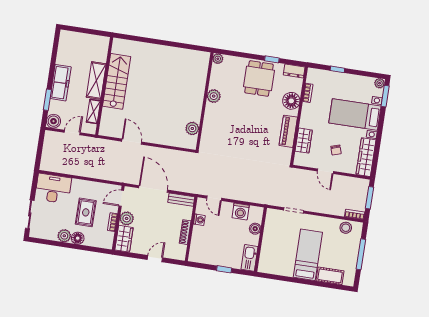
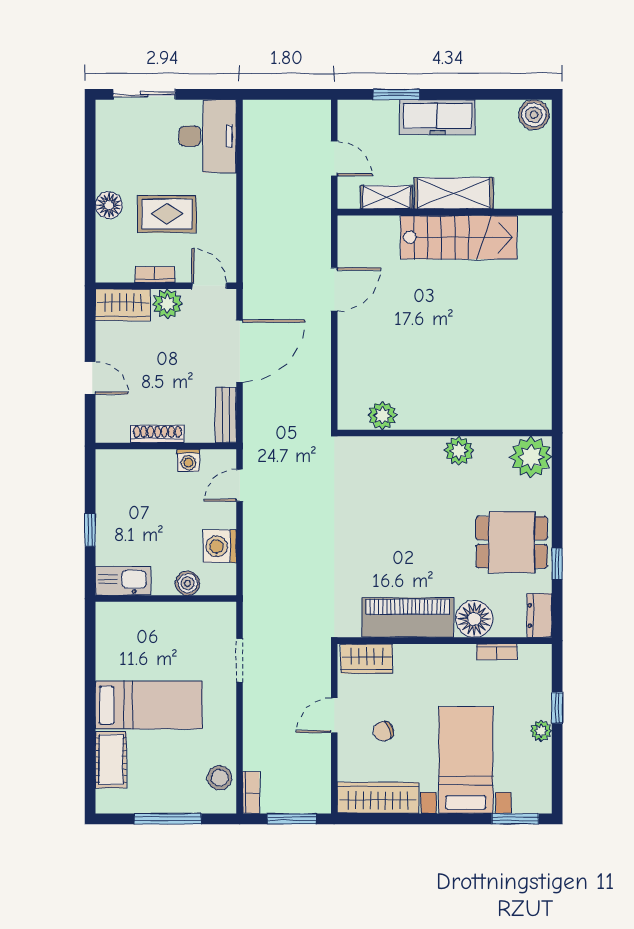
plant: (218, 59) -> (531, 457), width x1.88, depth x1.88
plant: (380, 83) -> (541, 731), moved
boiler: (54, 121) -> (534, 115), moved
piano: (288, 131) -> (408, 618), width x1.37, depth x1.33
wardrobe: (304, 141) -> (367, 659), moved
plant: (64, 236) -> (110, 176), removed

